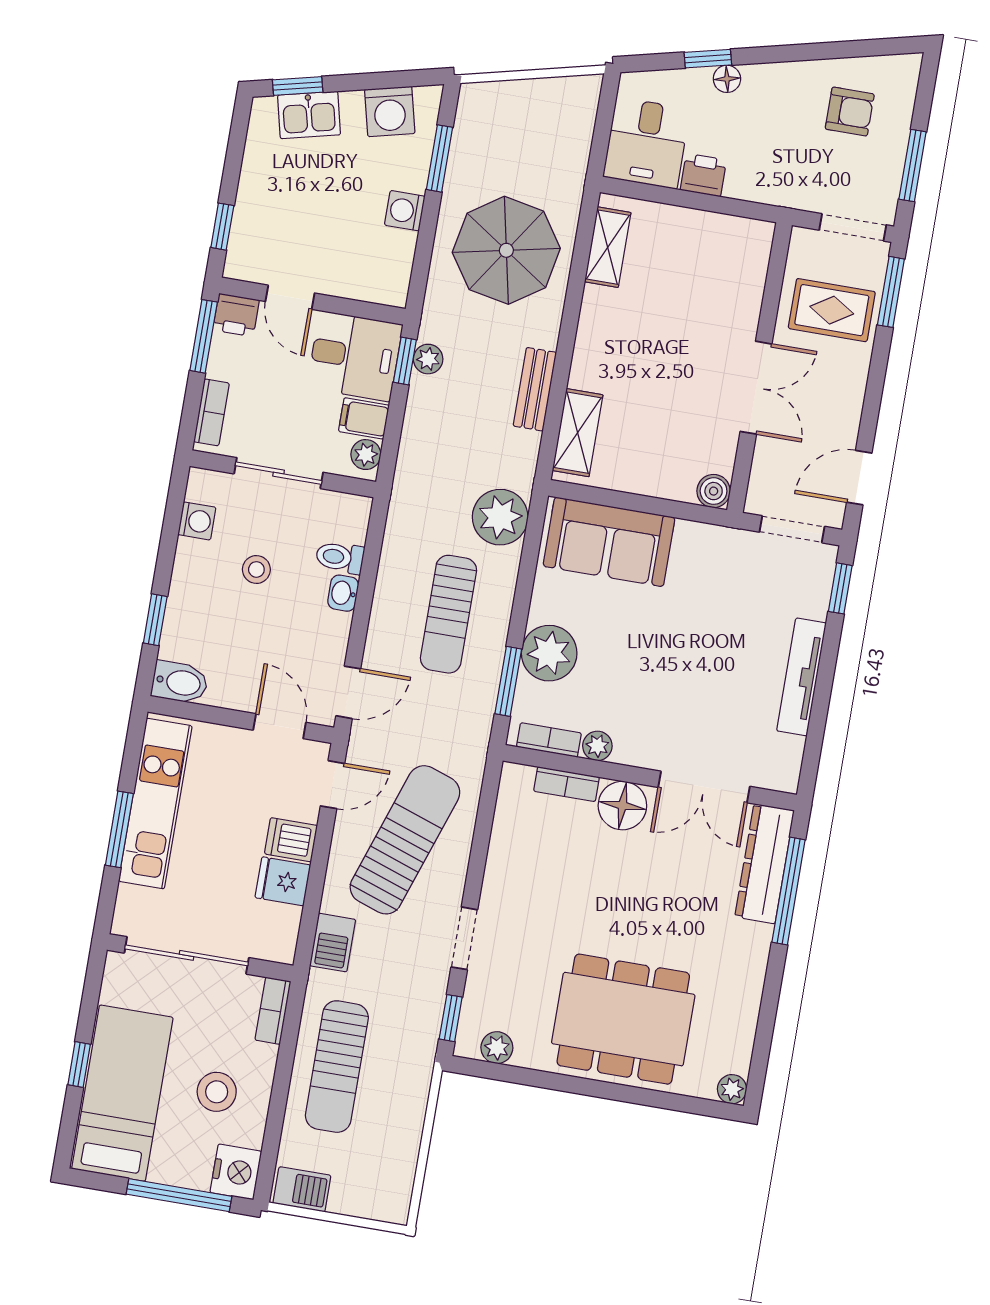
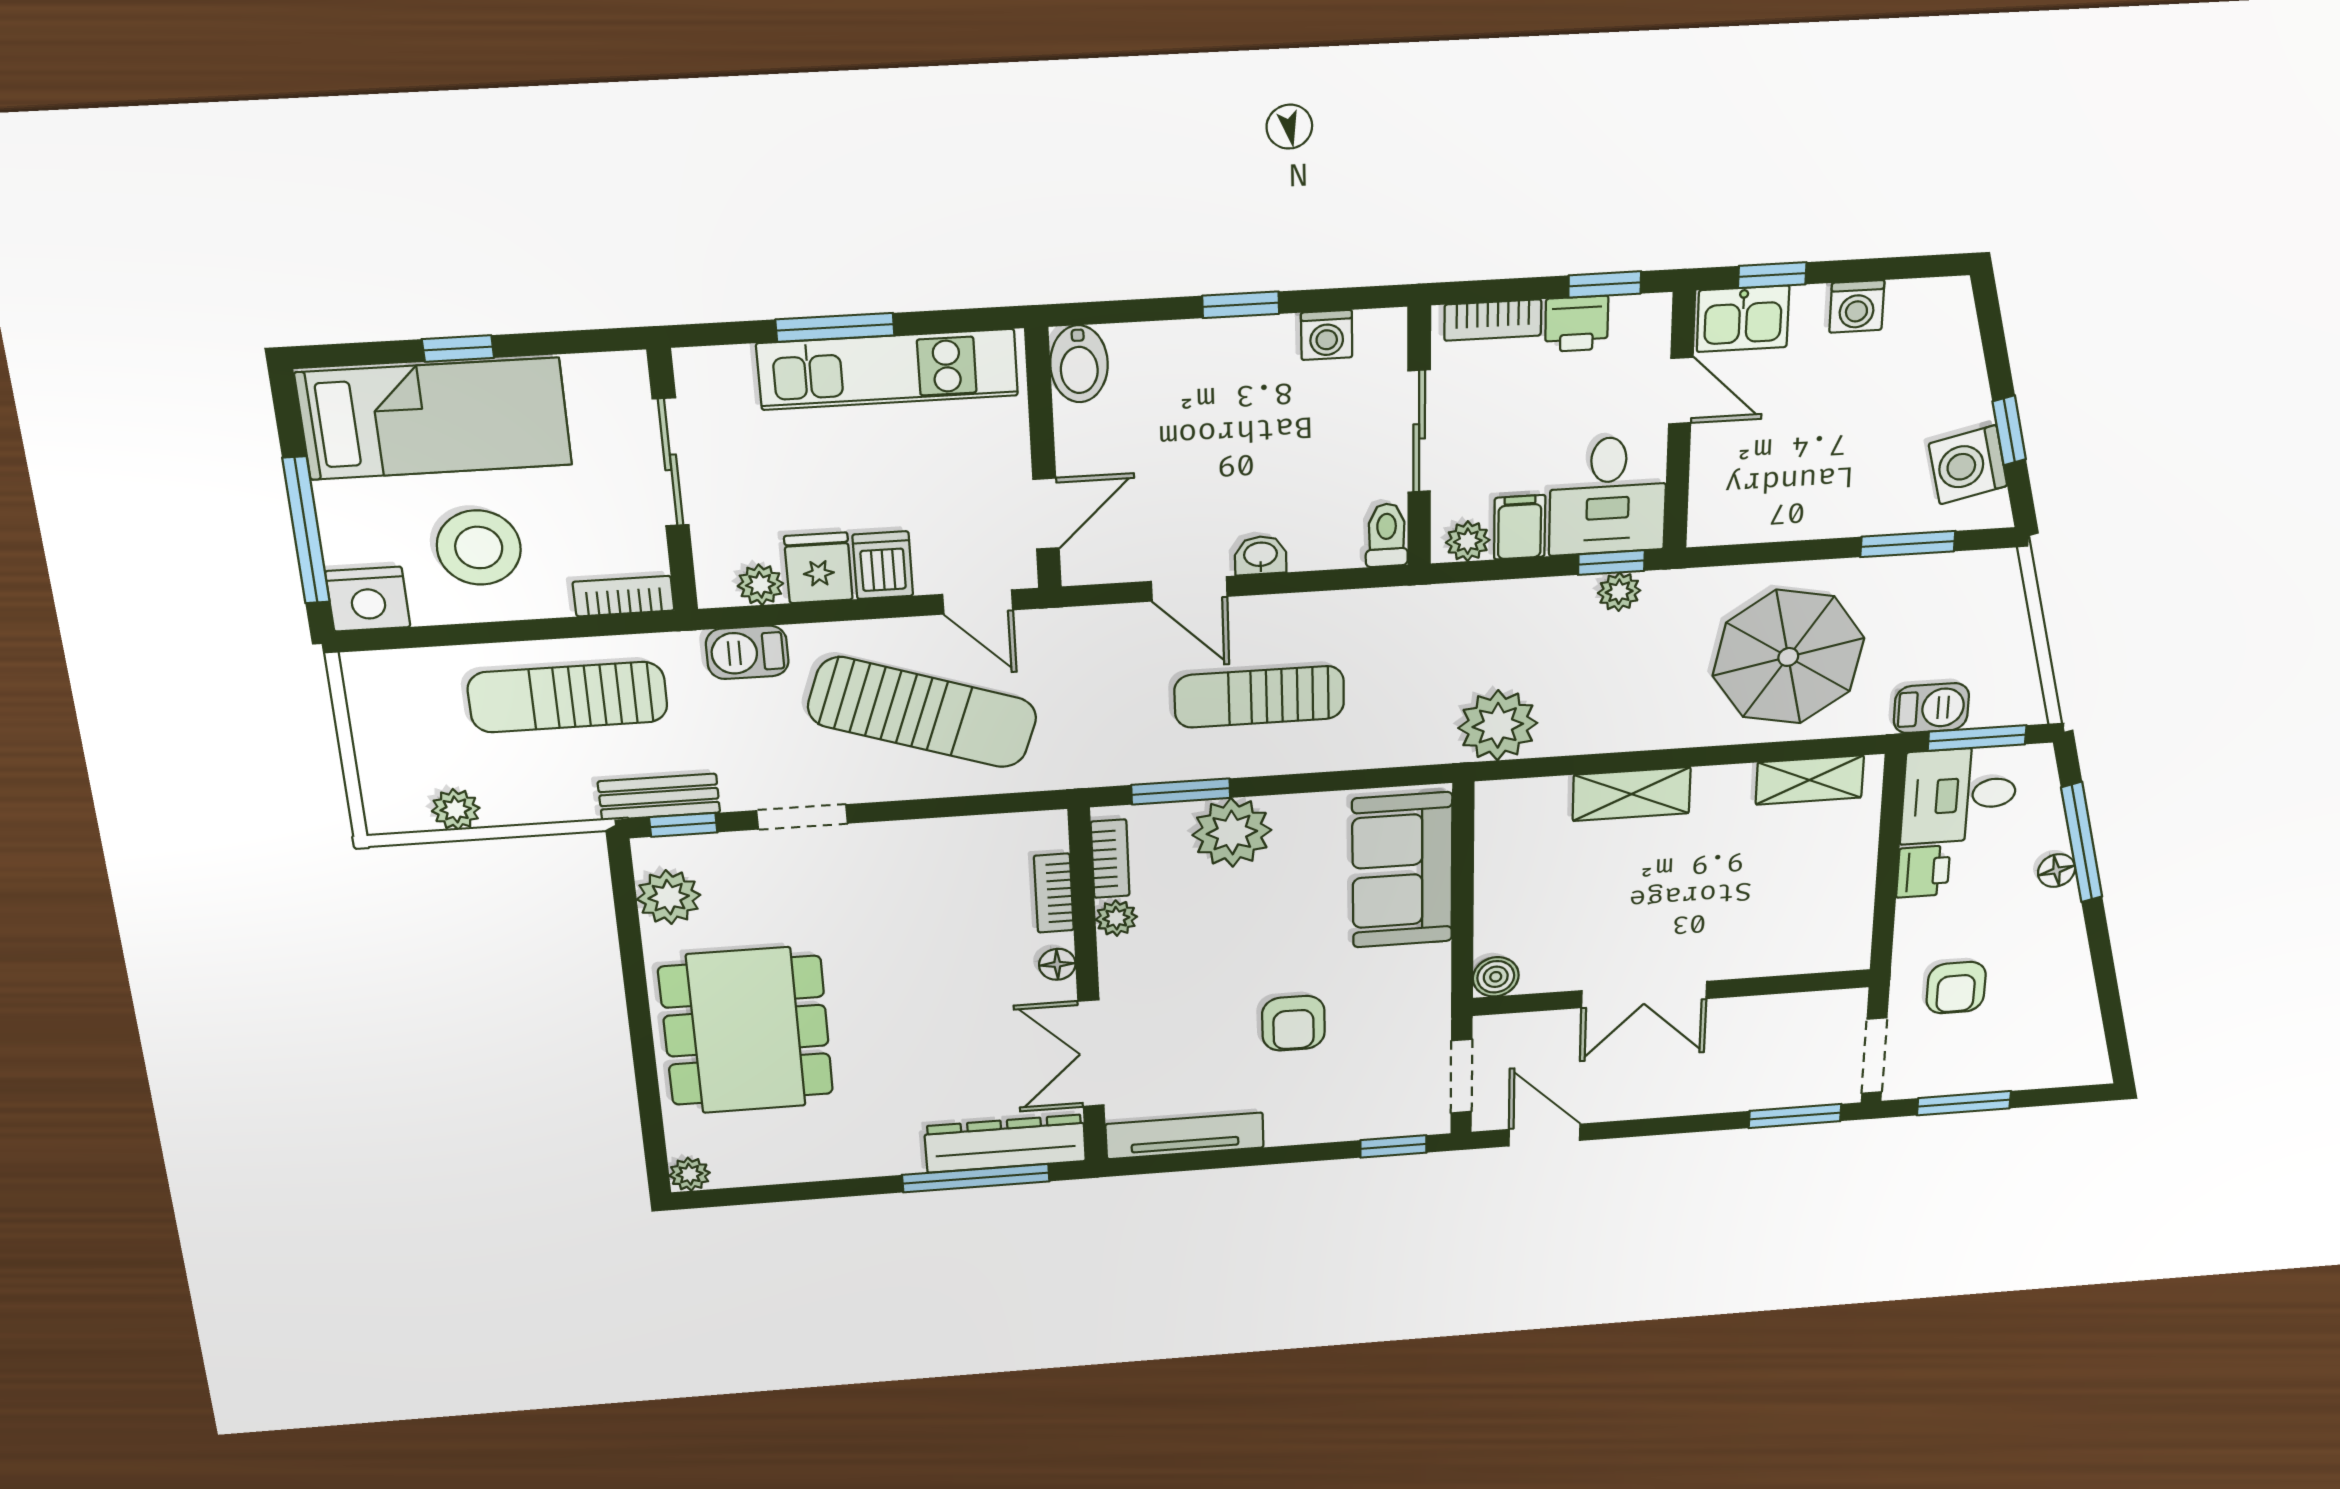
window: (708, 59) -> (2082, 842), width x2.17
window: (298, 86) -> (2009, 430), moved
armchair: (850, 112) -> (1956, 988), moved
kitchen sink: (309, 115) -> (1743, 319), moved, turned -76
window: (603, 126) -> (1977, 738), added
washing machine: (405, 211) -> (1857, 306), moved, turned 180
door: (290, 297) -> (1681, 391), swing flipped
rug: (832, 310) -> (1761, 1057), removed
printer: (236, 315) -> (1577, 324), moved, turned -90
window: (204, 336) -> (1605, 284), width x0.67
bench: (535, 389) -> (659, 797), moved
shelving: (578, 433) -> (1632, 794), moved
plant: (500, 517) -> (1498, 725), moved
toilet: (340, 557) -> (1387, 535), moved
stool: (256, 569) -> (1271, 432), removed
window: (155, 620) -> (1241, 305), moved
armchair: (716, 640) -> (1293, 1023), added
tv unit: (801, 677) -> (1185, 1136), moved
door: (348, 692) -> (1189, 589), moved
floor lamp: (622, 806) -> (1057, 964), width x0.53, depth x0.53
plant: (286, 921) -> (760, 585), added
sliding door: (187, 955) -> (671, 462), width x0.73
plant: (497, 1048) -> (669, 897), width x1.38, depth x1.38
stool: (217, 1092) -> (479, 548), width x1.38, depth x1.38
plant: (402, 1163) -> (456, 809), added
barbecue: (302, 1189) -> (1931, 708), moved, turned -90

